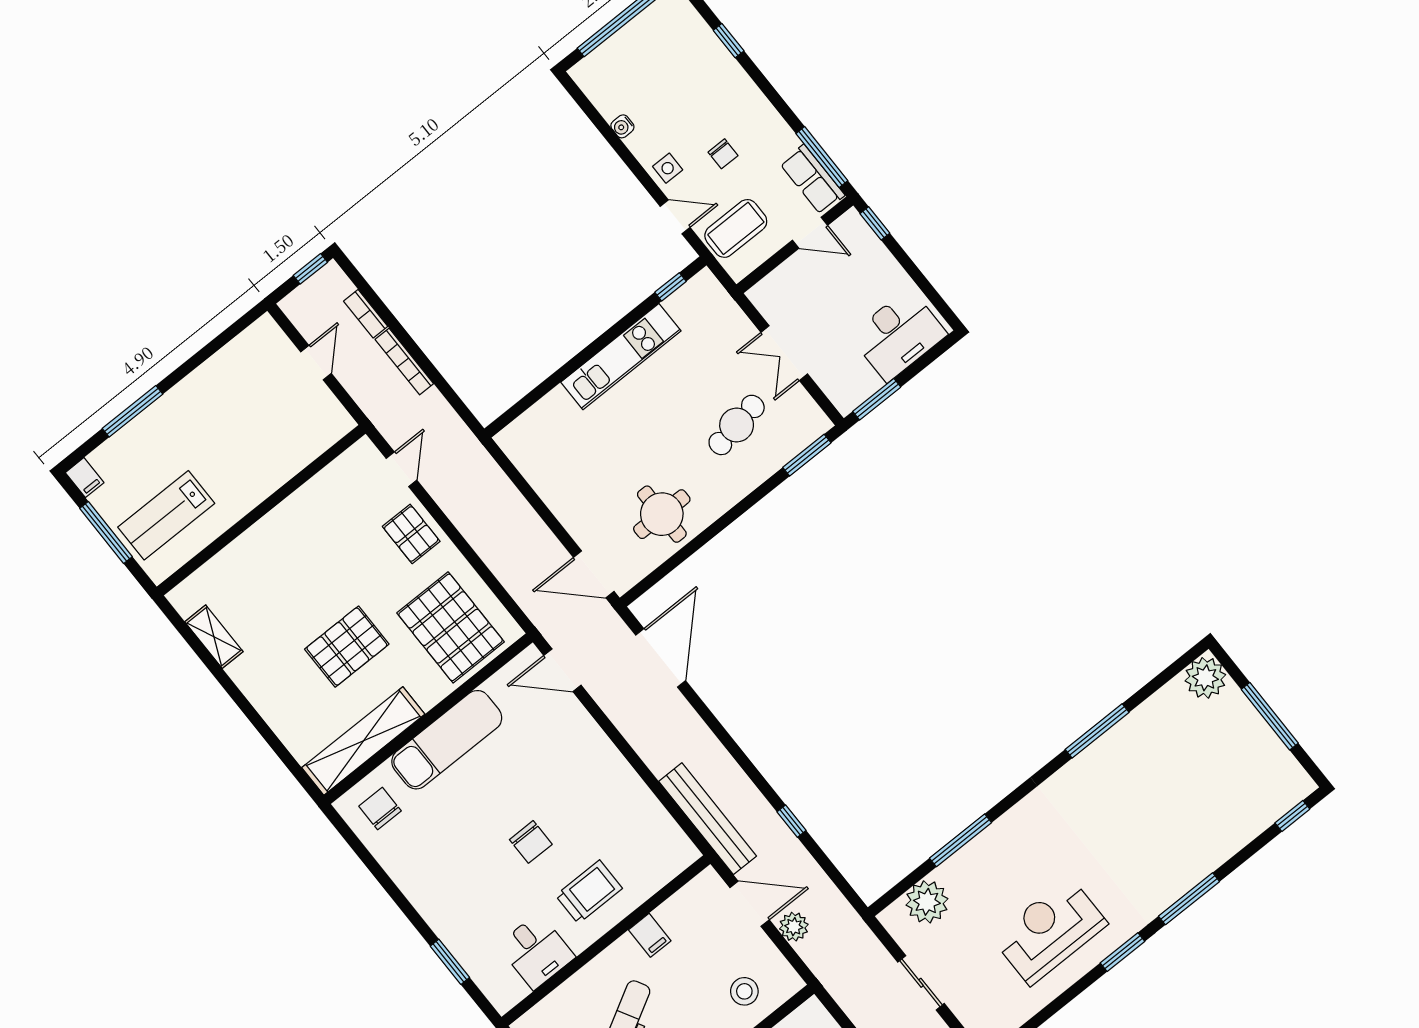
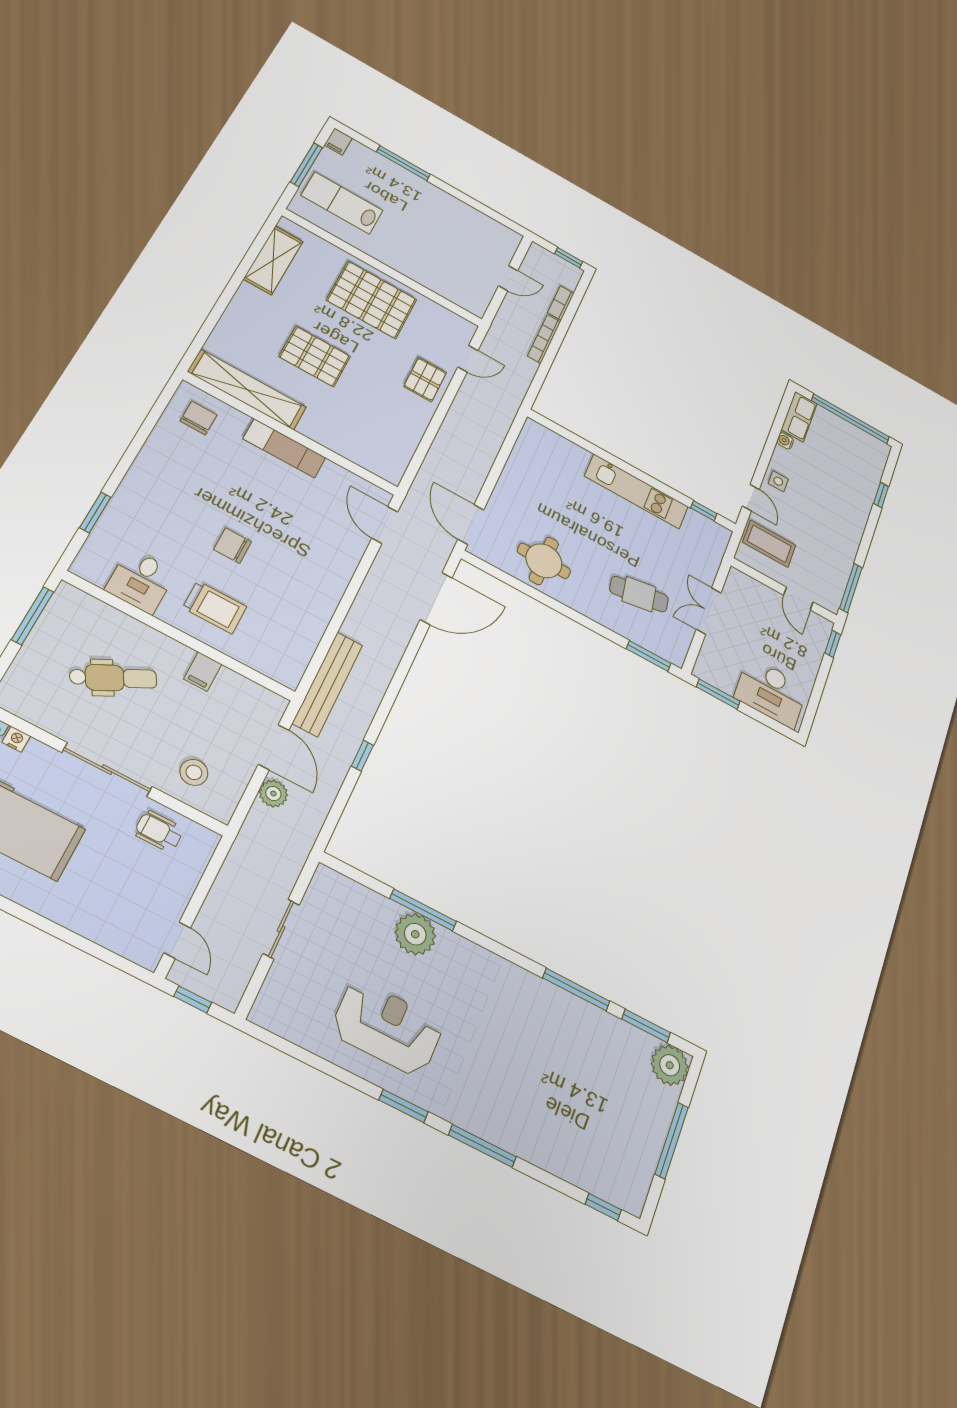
chair: (723, 154) -> (810, 517), removed
row of seats: (812, 179) -> (799, 416), moved, turned 180
pallet: (451, 627) -> (372, 300), moved, turned 90
shelving: (214, 637) -> (273, 260), width x1.50, depth x1.33
window: (1160, 680) -> (646, 1026), added
exam couch: (447, 740) -> (284, 448), width x0.73, depth x0.69
chair: (531, 842) -> (233, 546), turned 90
plant: (927, 902) -> (415, 934), moved

